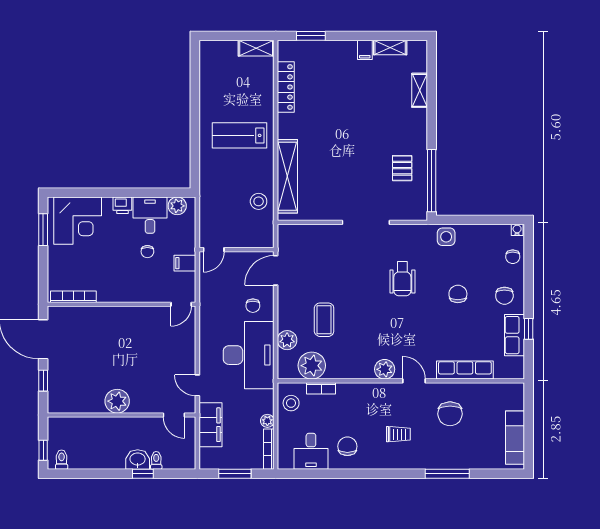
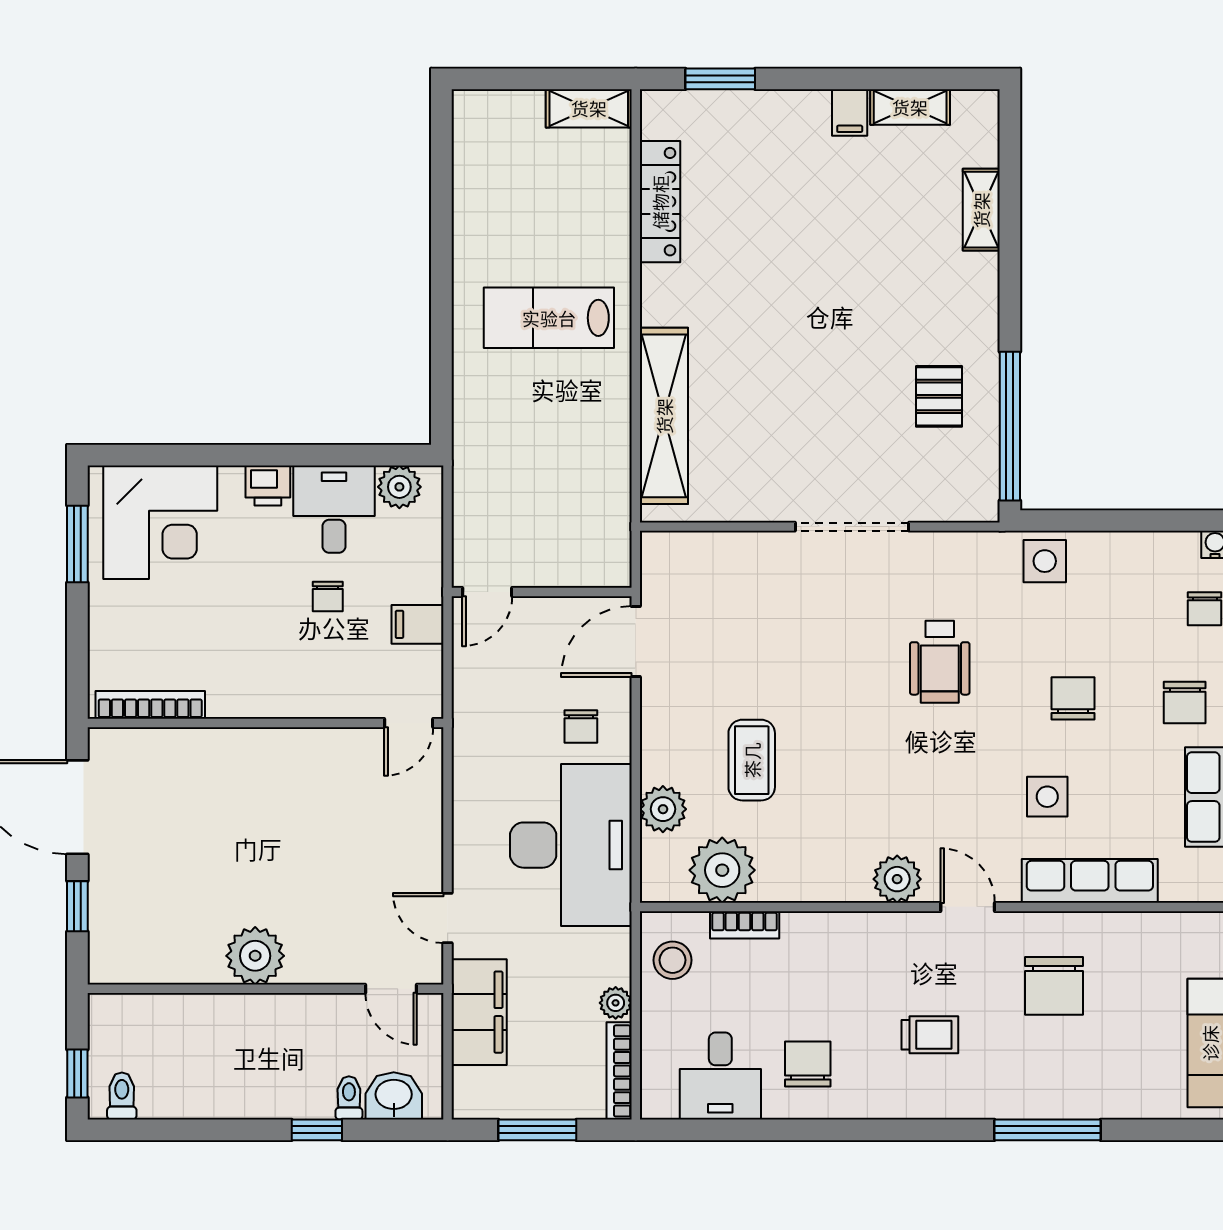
stool: (259, 201) -> (595, 476), removed
side table: (447, 335) -> (1047, 797), added
washbasin: (138, 460) -> (394, 1096), moved

